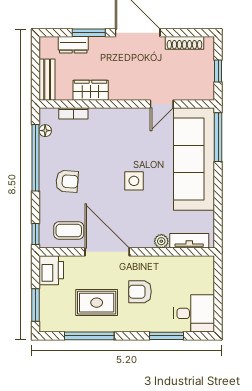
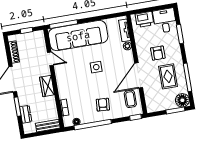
wardrobe: (91, 90) -> (47, 86), moved
printer: (51, 270) -> (144, 19), moved, turned 180
floor lamp: (51, 320) -> (182, 100), added

